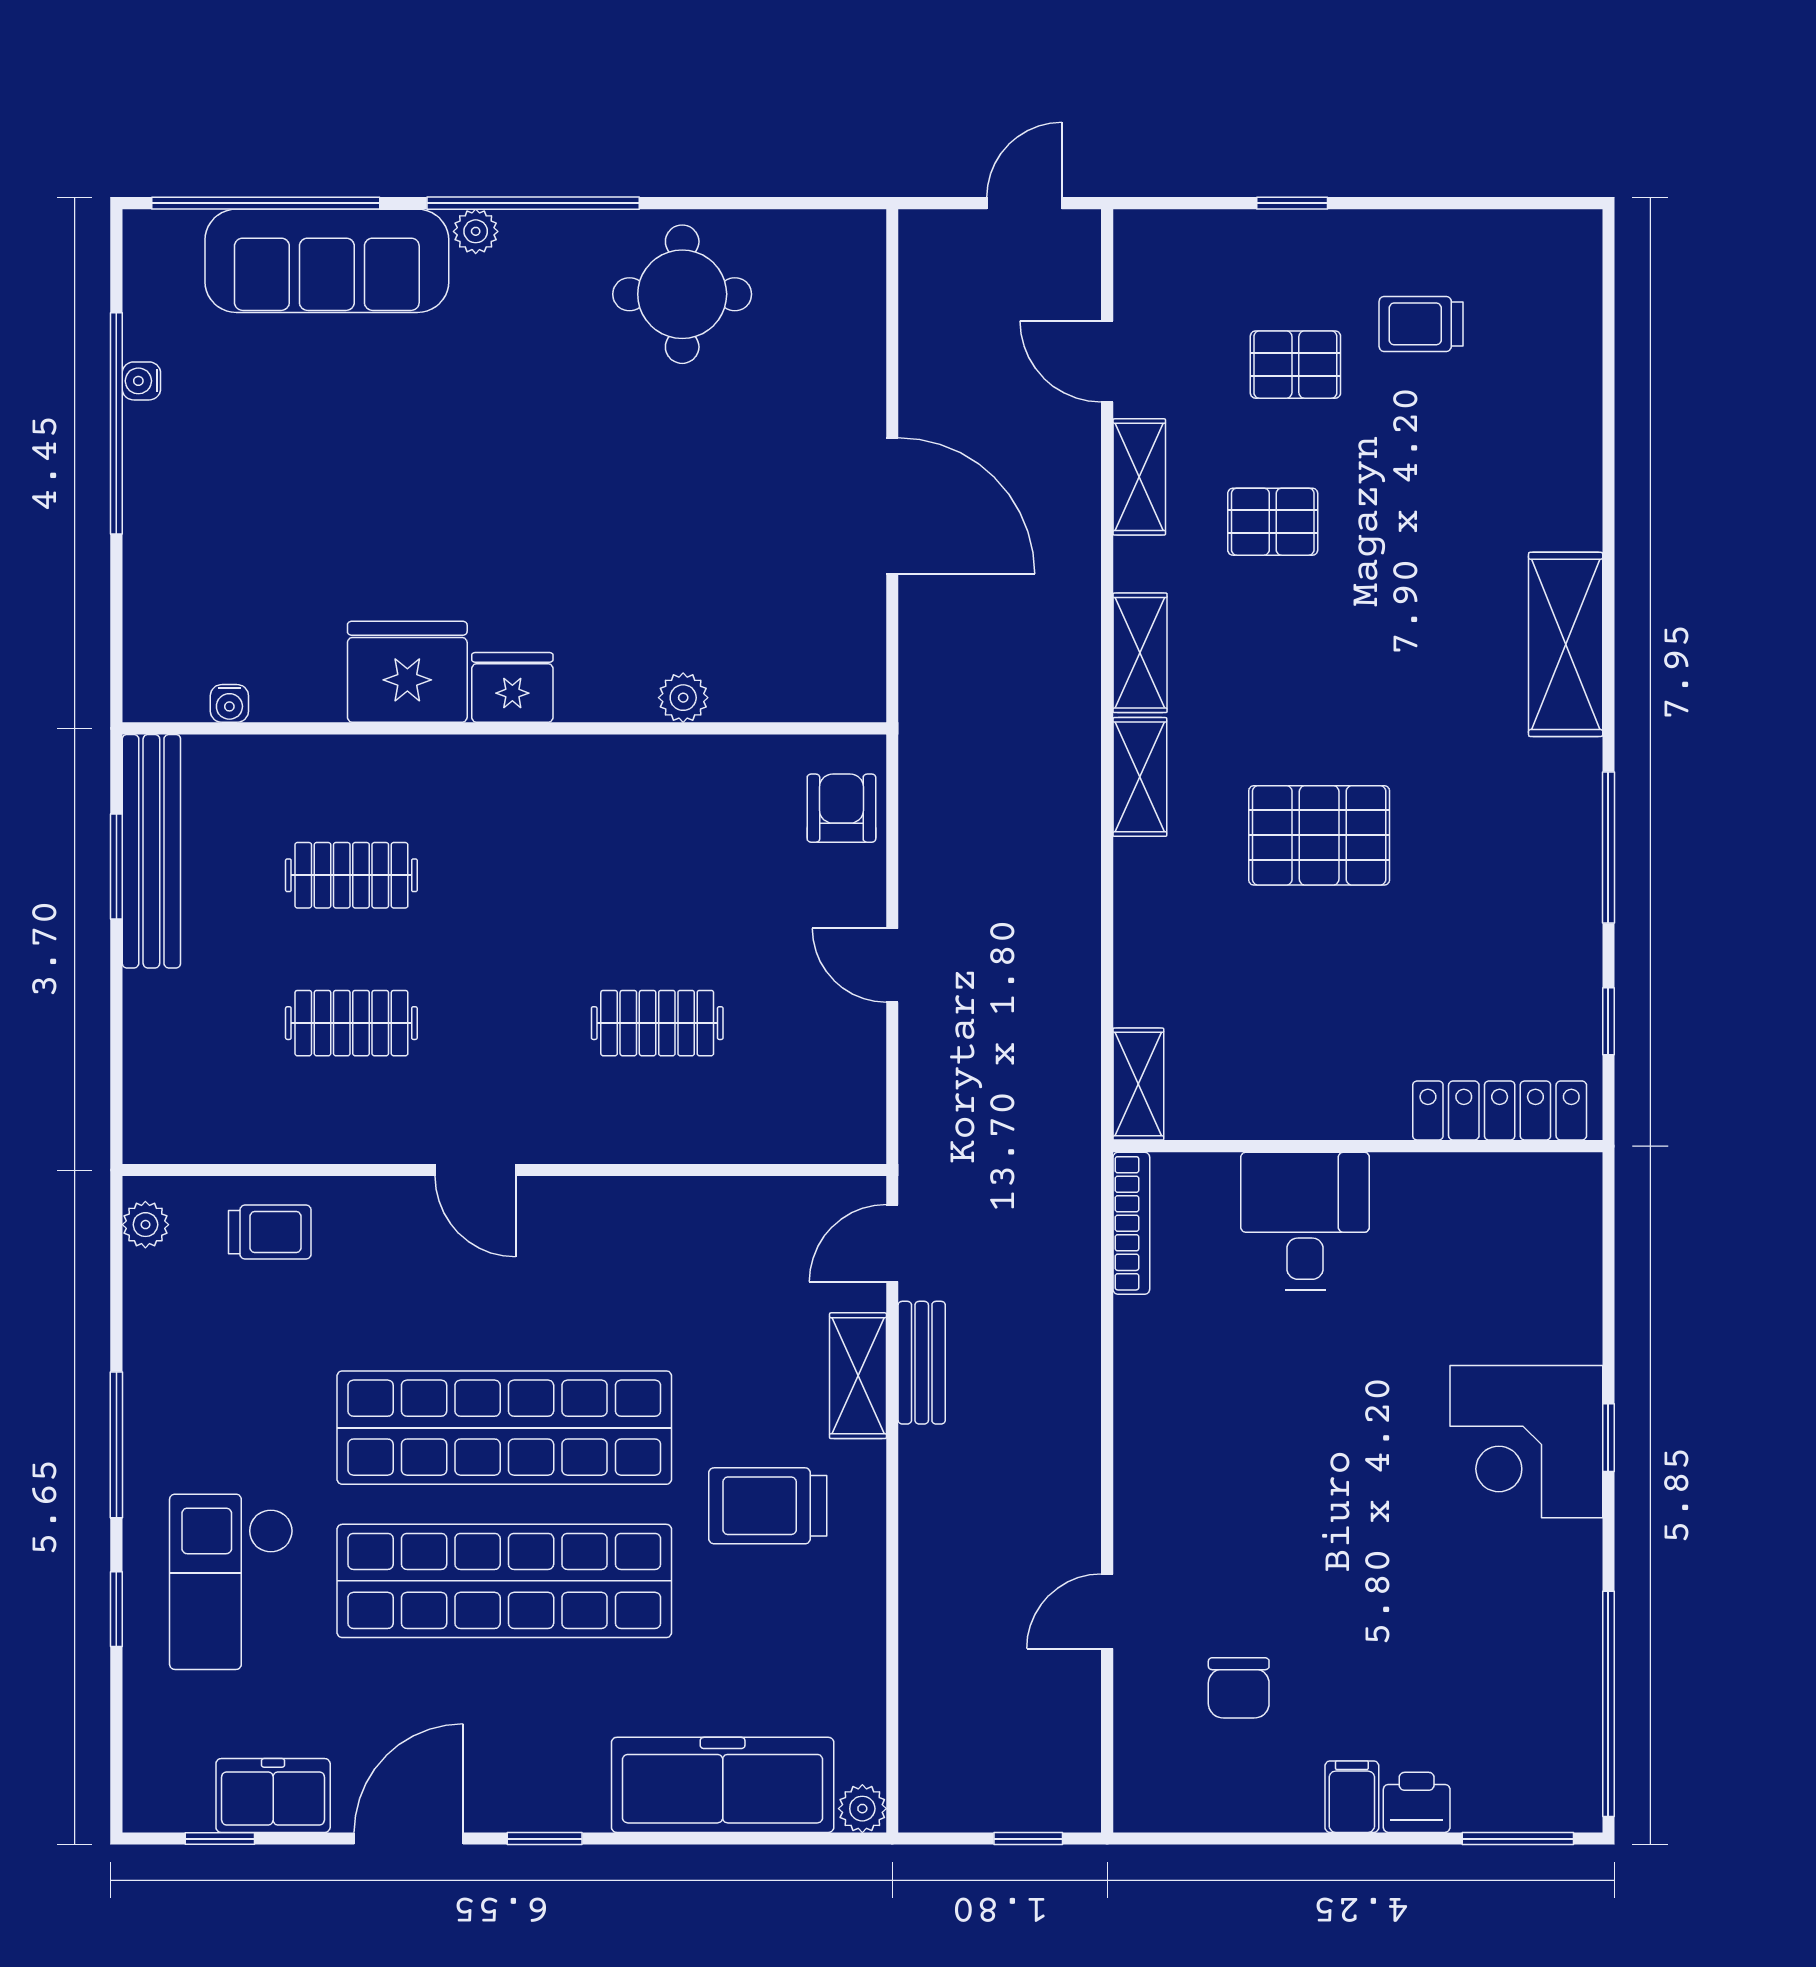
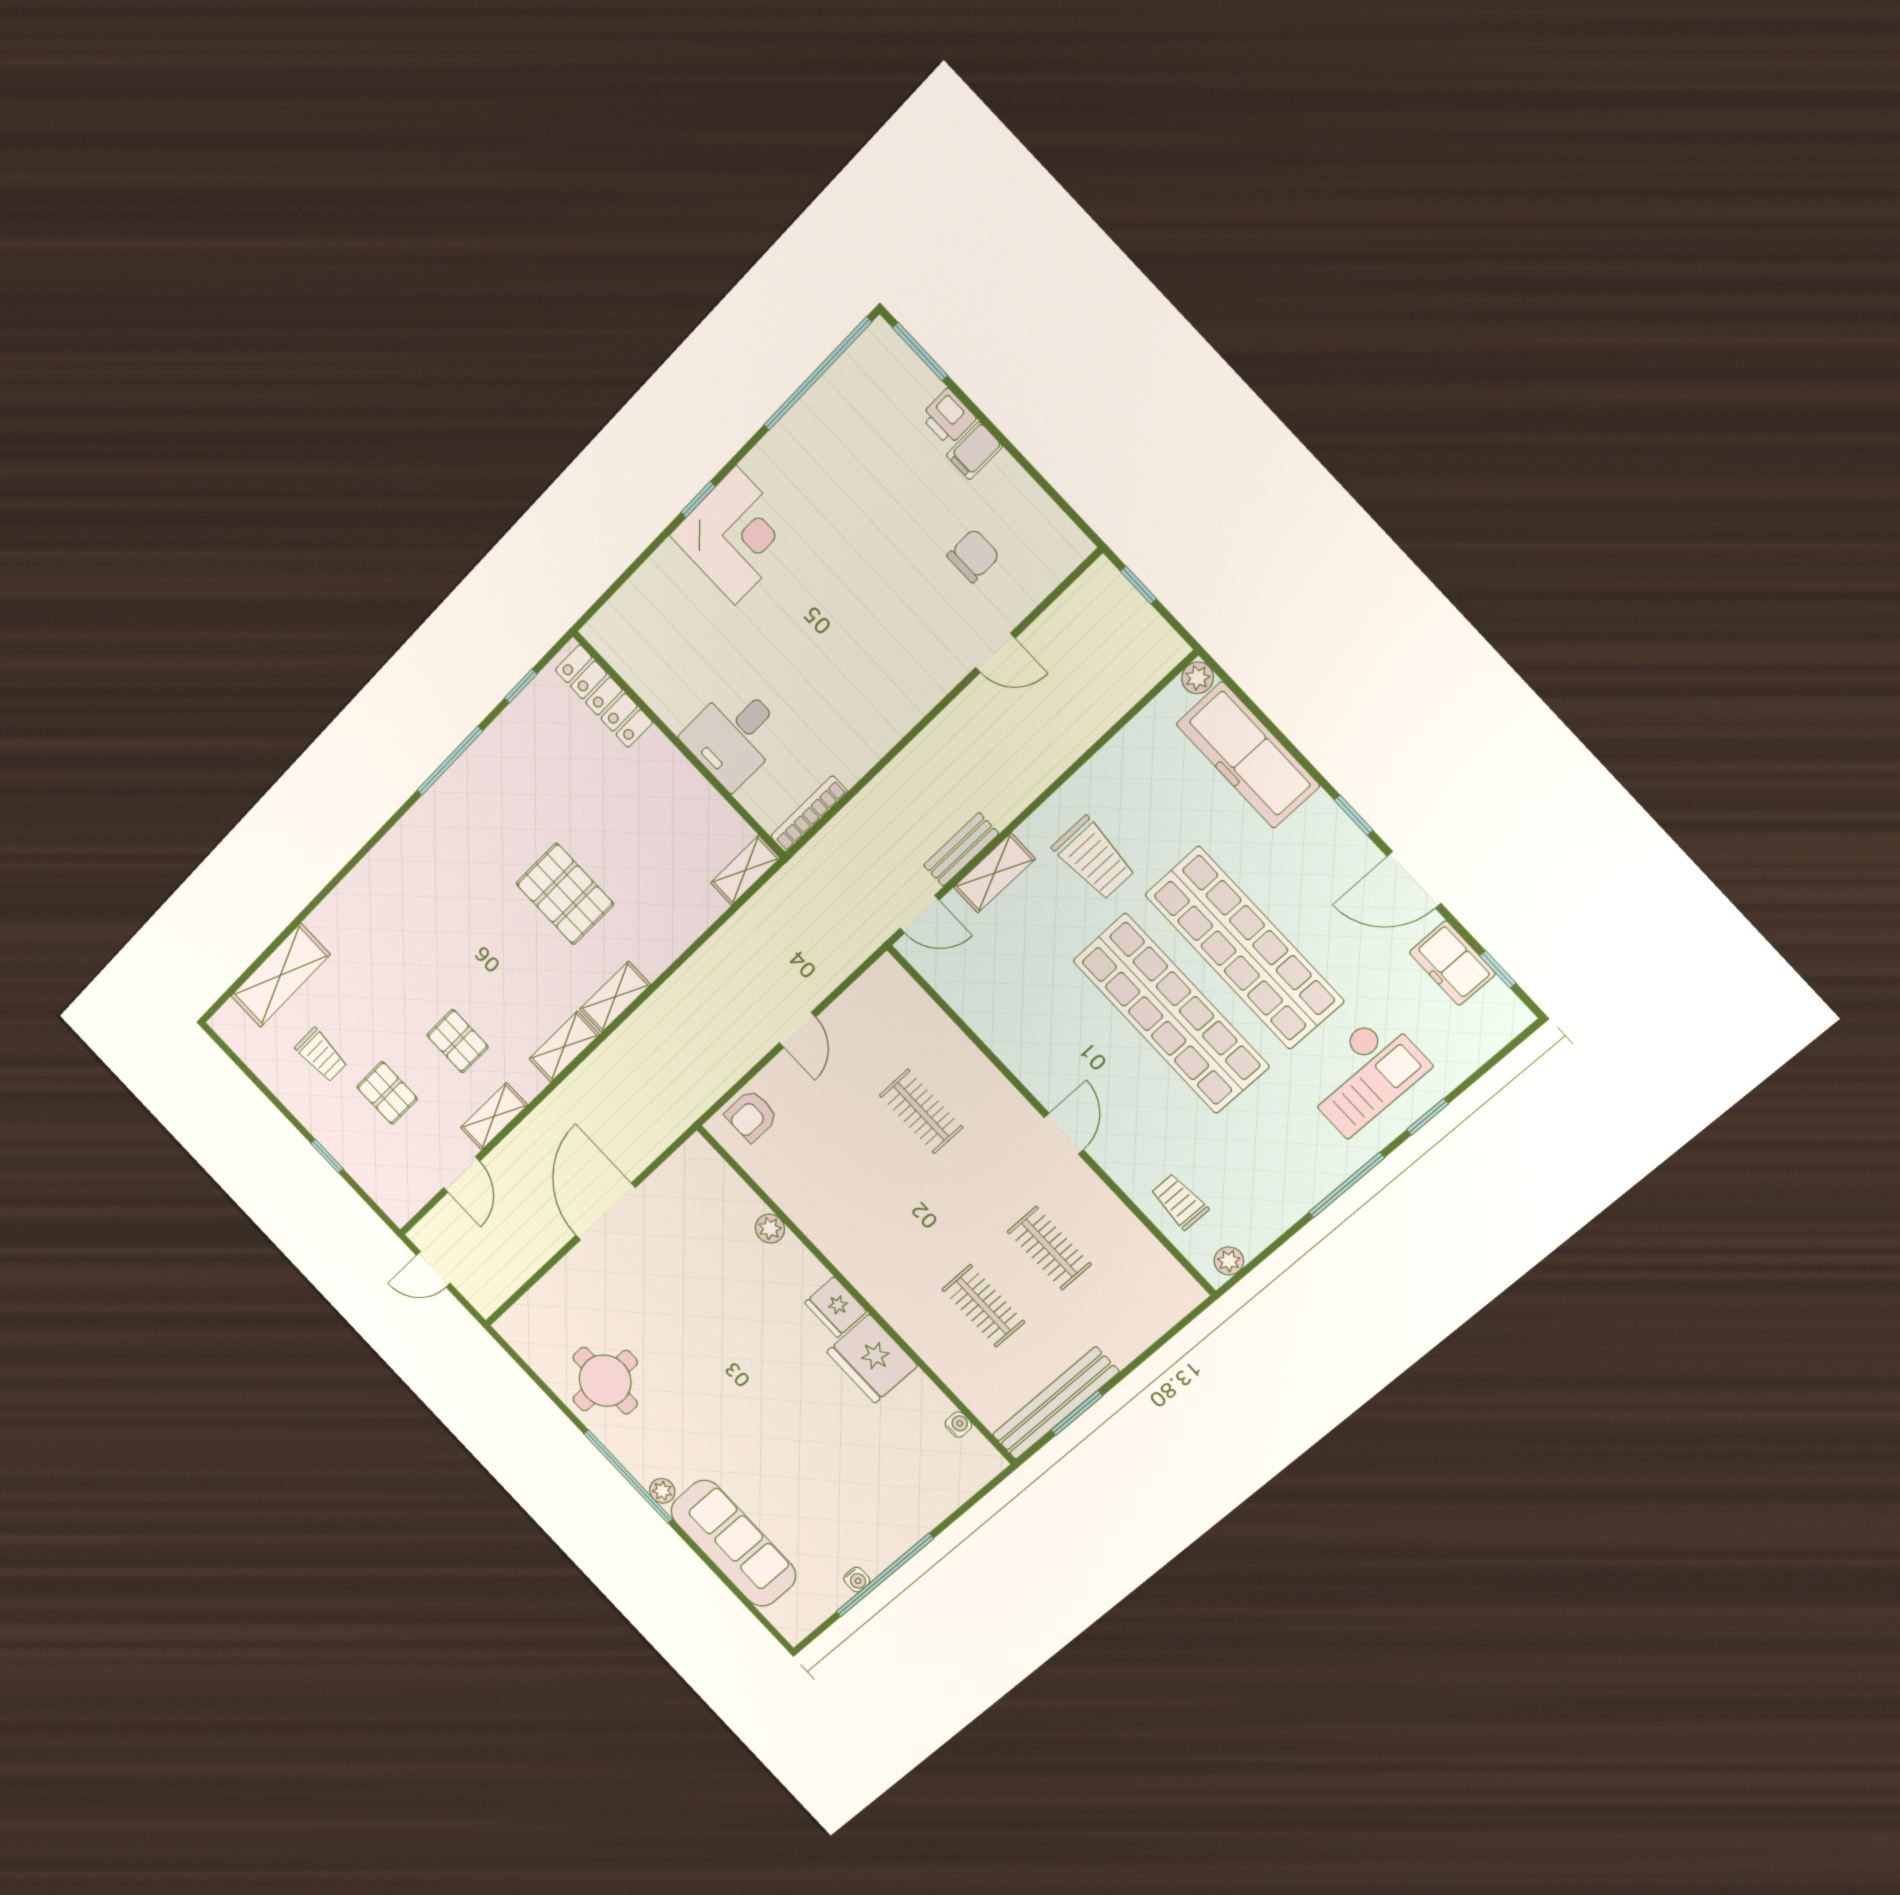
window: (266, 203) -> (734, 1589), removed
shelving: (1566, 644) -> (280, 975), moved

